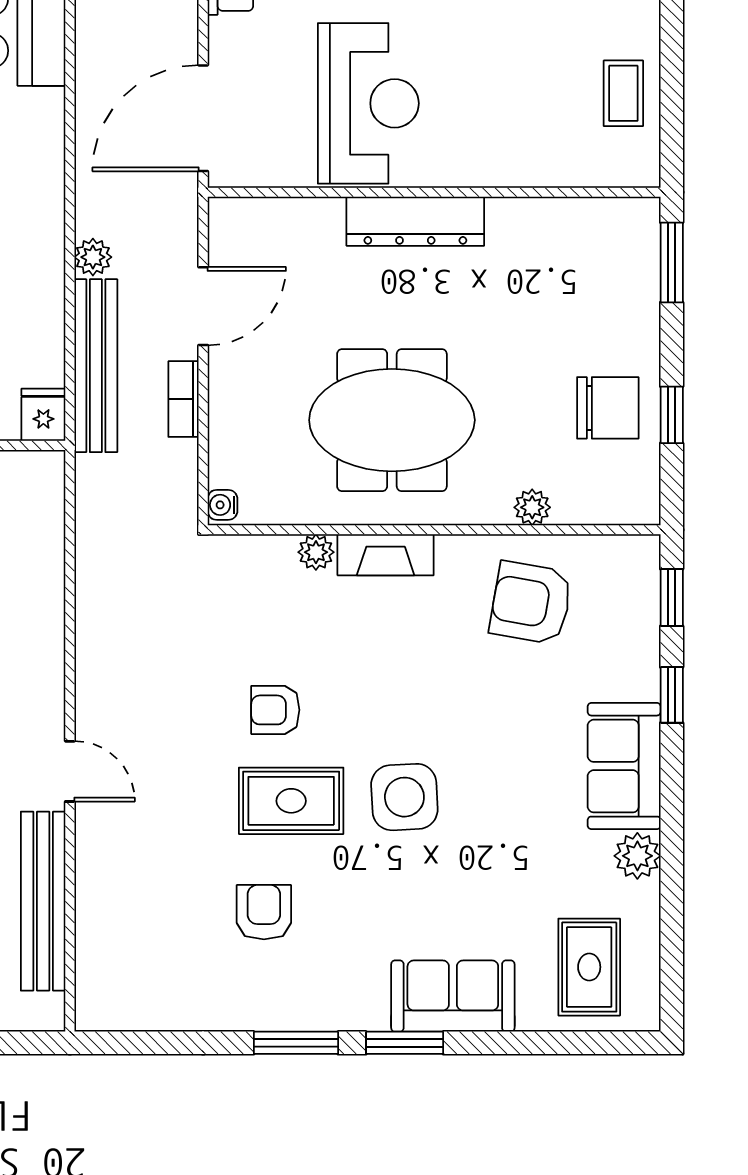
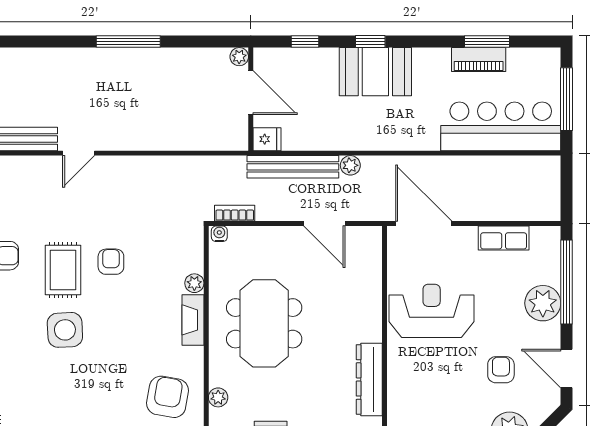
reception desk: (368, 103) -> (432, 311), turned 180
dresser: (415, 221) -> (369, 379), moved
bookcase: (184, 399) -> (235, 213), moved

